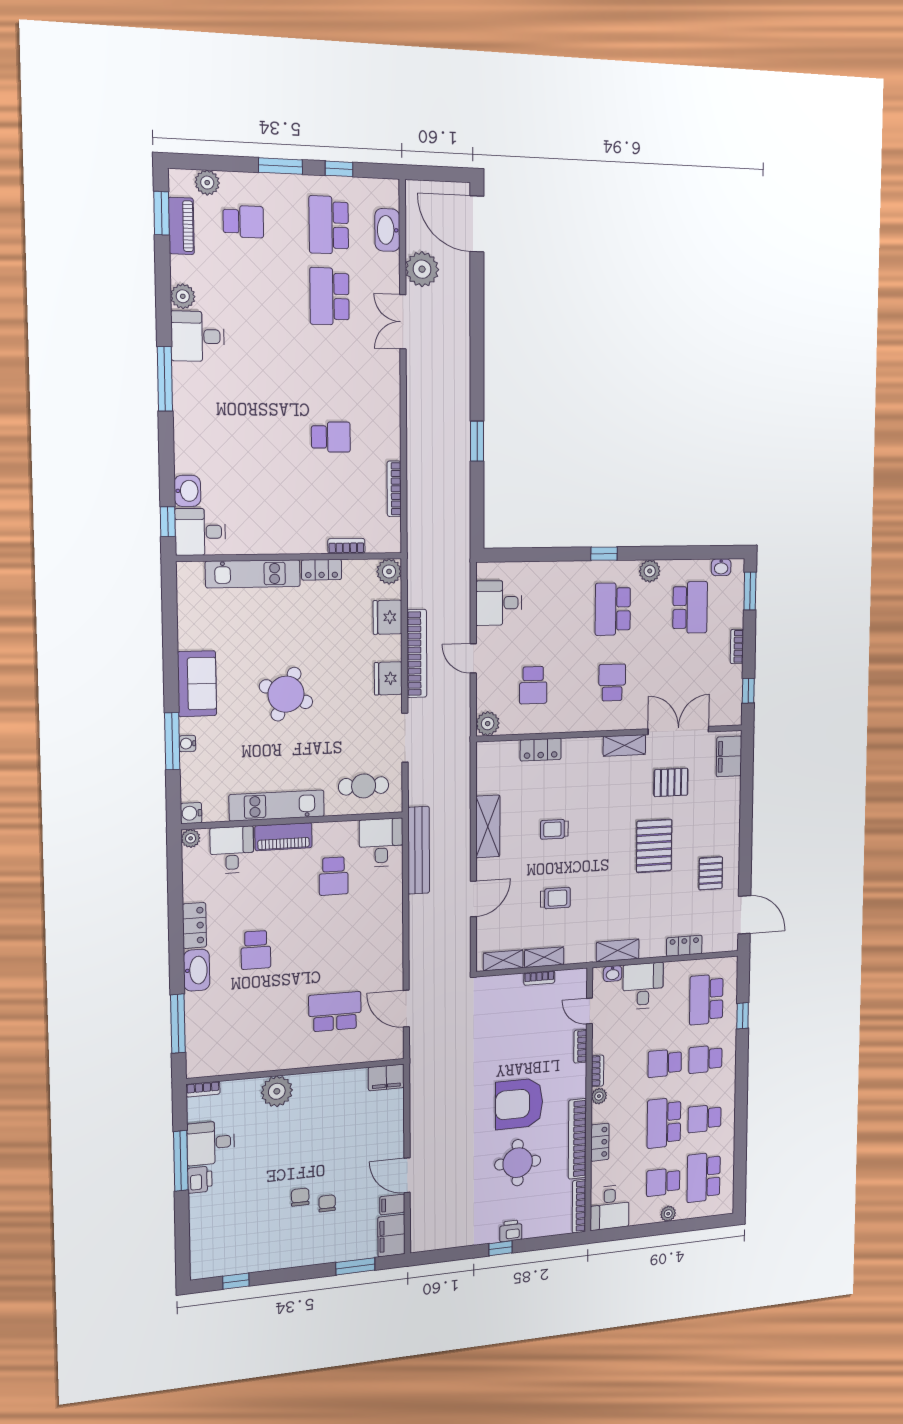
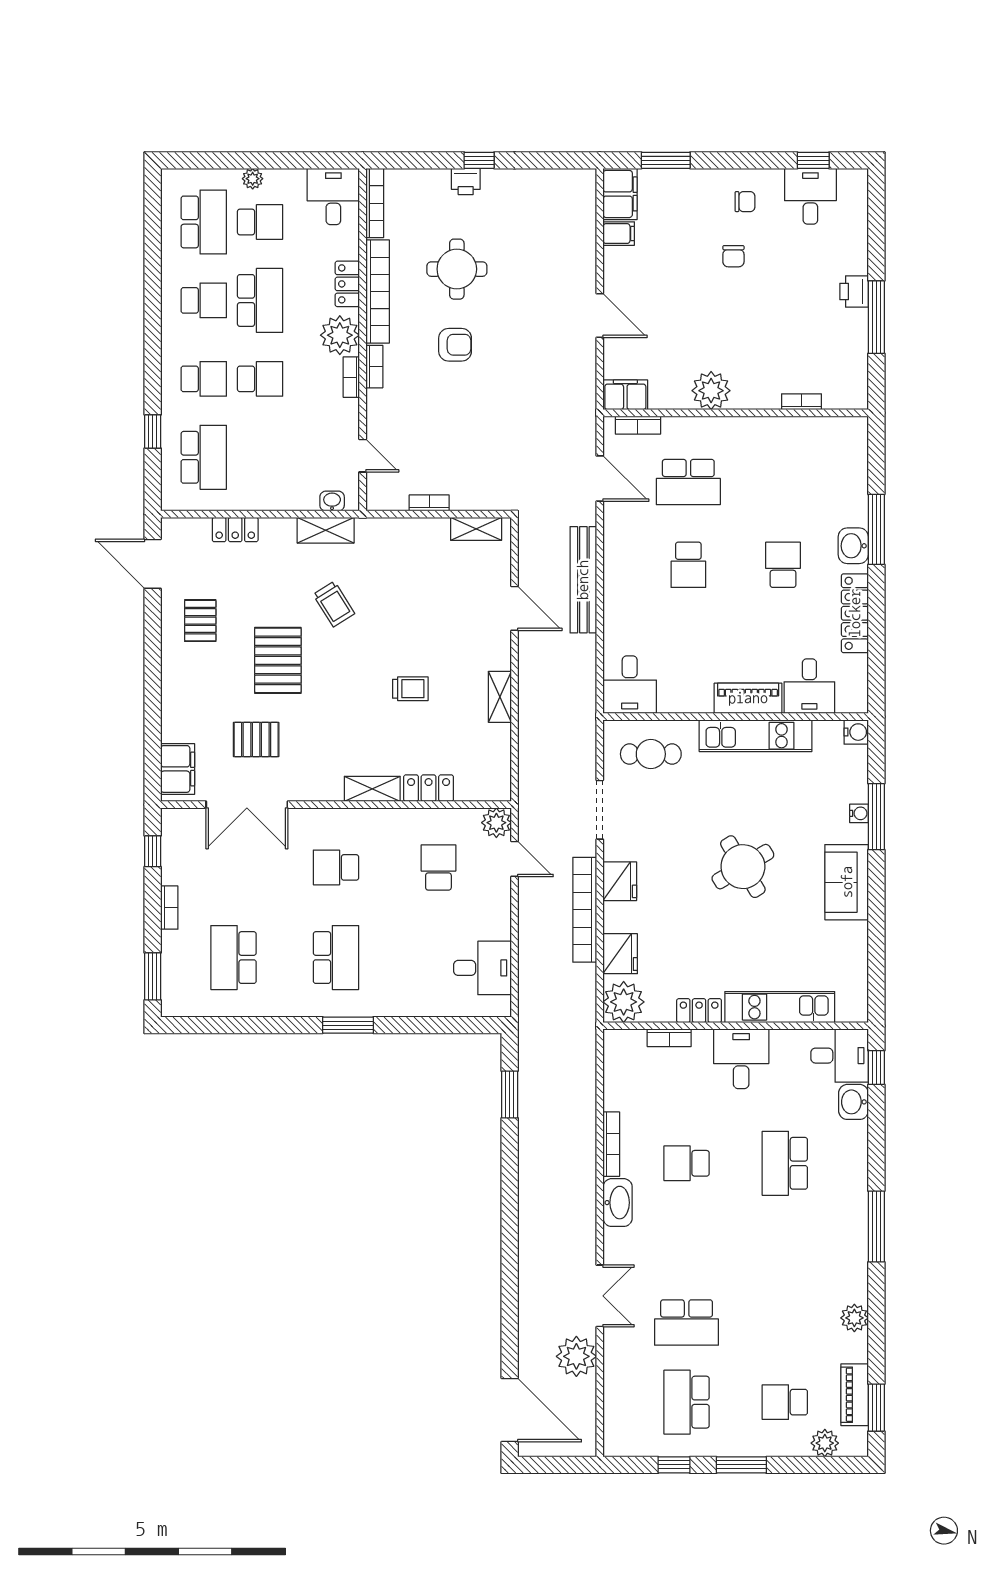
school desk: (329, 225) -> (687, 1402), turned 180
washbasin: (387, 230) -> (618, 1203), moved
school desk: (329, 296) -> (687, 1323), turned 90
desk: (198, 336) -> (741, 1059), moved, turned -90
school desk: (247, 436) -> (785, 1163), added
window: (477, 441) -> (510, 1094), moved
bookcase: (394, 489) -> (611, 1144), moved
window: (604, 554) -> (348, 1025), width x1.50
washbasin: (721, 567) -> (193, 1007), removed
plant: (389, 571) -> (624, 1002), width x1.36, depth x1.36
plant: (650, 571) -> (288, 1003), removed
door: (473, 658) -> (515, 859), moved
school desk: (612, 682) -> (336, 867), turned 90
round table: (286, 694) -> (743, 867), turned 36
shelving: (624, 745) -> (372, 789), moved
shelving: (488, 826) -> (500, 697), width x0.67, depth x0.75
plant: (191, 838) -> (857, 702), removed
bench: (419, 850) -> (583, 580), moved
school desk: (334, 876) -> (688, 565), moved, turned 180
trolley: (555, 898) -> (334, 604), moved, turned -122
door: (473, 899) -> (515, 608), swing flipped
locker: (194, 925) -> (855, 613), width x1.53
shelving: (544, 957) -> (423, 529), removed
washbasin: (197, 970) -> (853, 546), width x0.72
desk: (643, 986) -> (291, 482), removed
window: (178, 1024) -> (876, 529), moved
bookcase: (580, 1046) -> (374, 367), moved
bookcase: (376, 1054) -> (638, 425), added
bookcase: (203, 1089) -> (802, 402), moved
plant: (277, 1091) -> (711, 391), moved
plant: (599, 1096) -> (340, 335), width x1.88, depth x1.88
armchair: (519, 1104) -> (455, 345), width x0.53, depth x0.53
desk: (211, 1143) -> (810, 196), moved, turned -90
door: (407, 1175) -> (600, 316), moved
chair: (327, 1203) -> (745, 202), moved, turned -90

